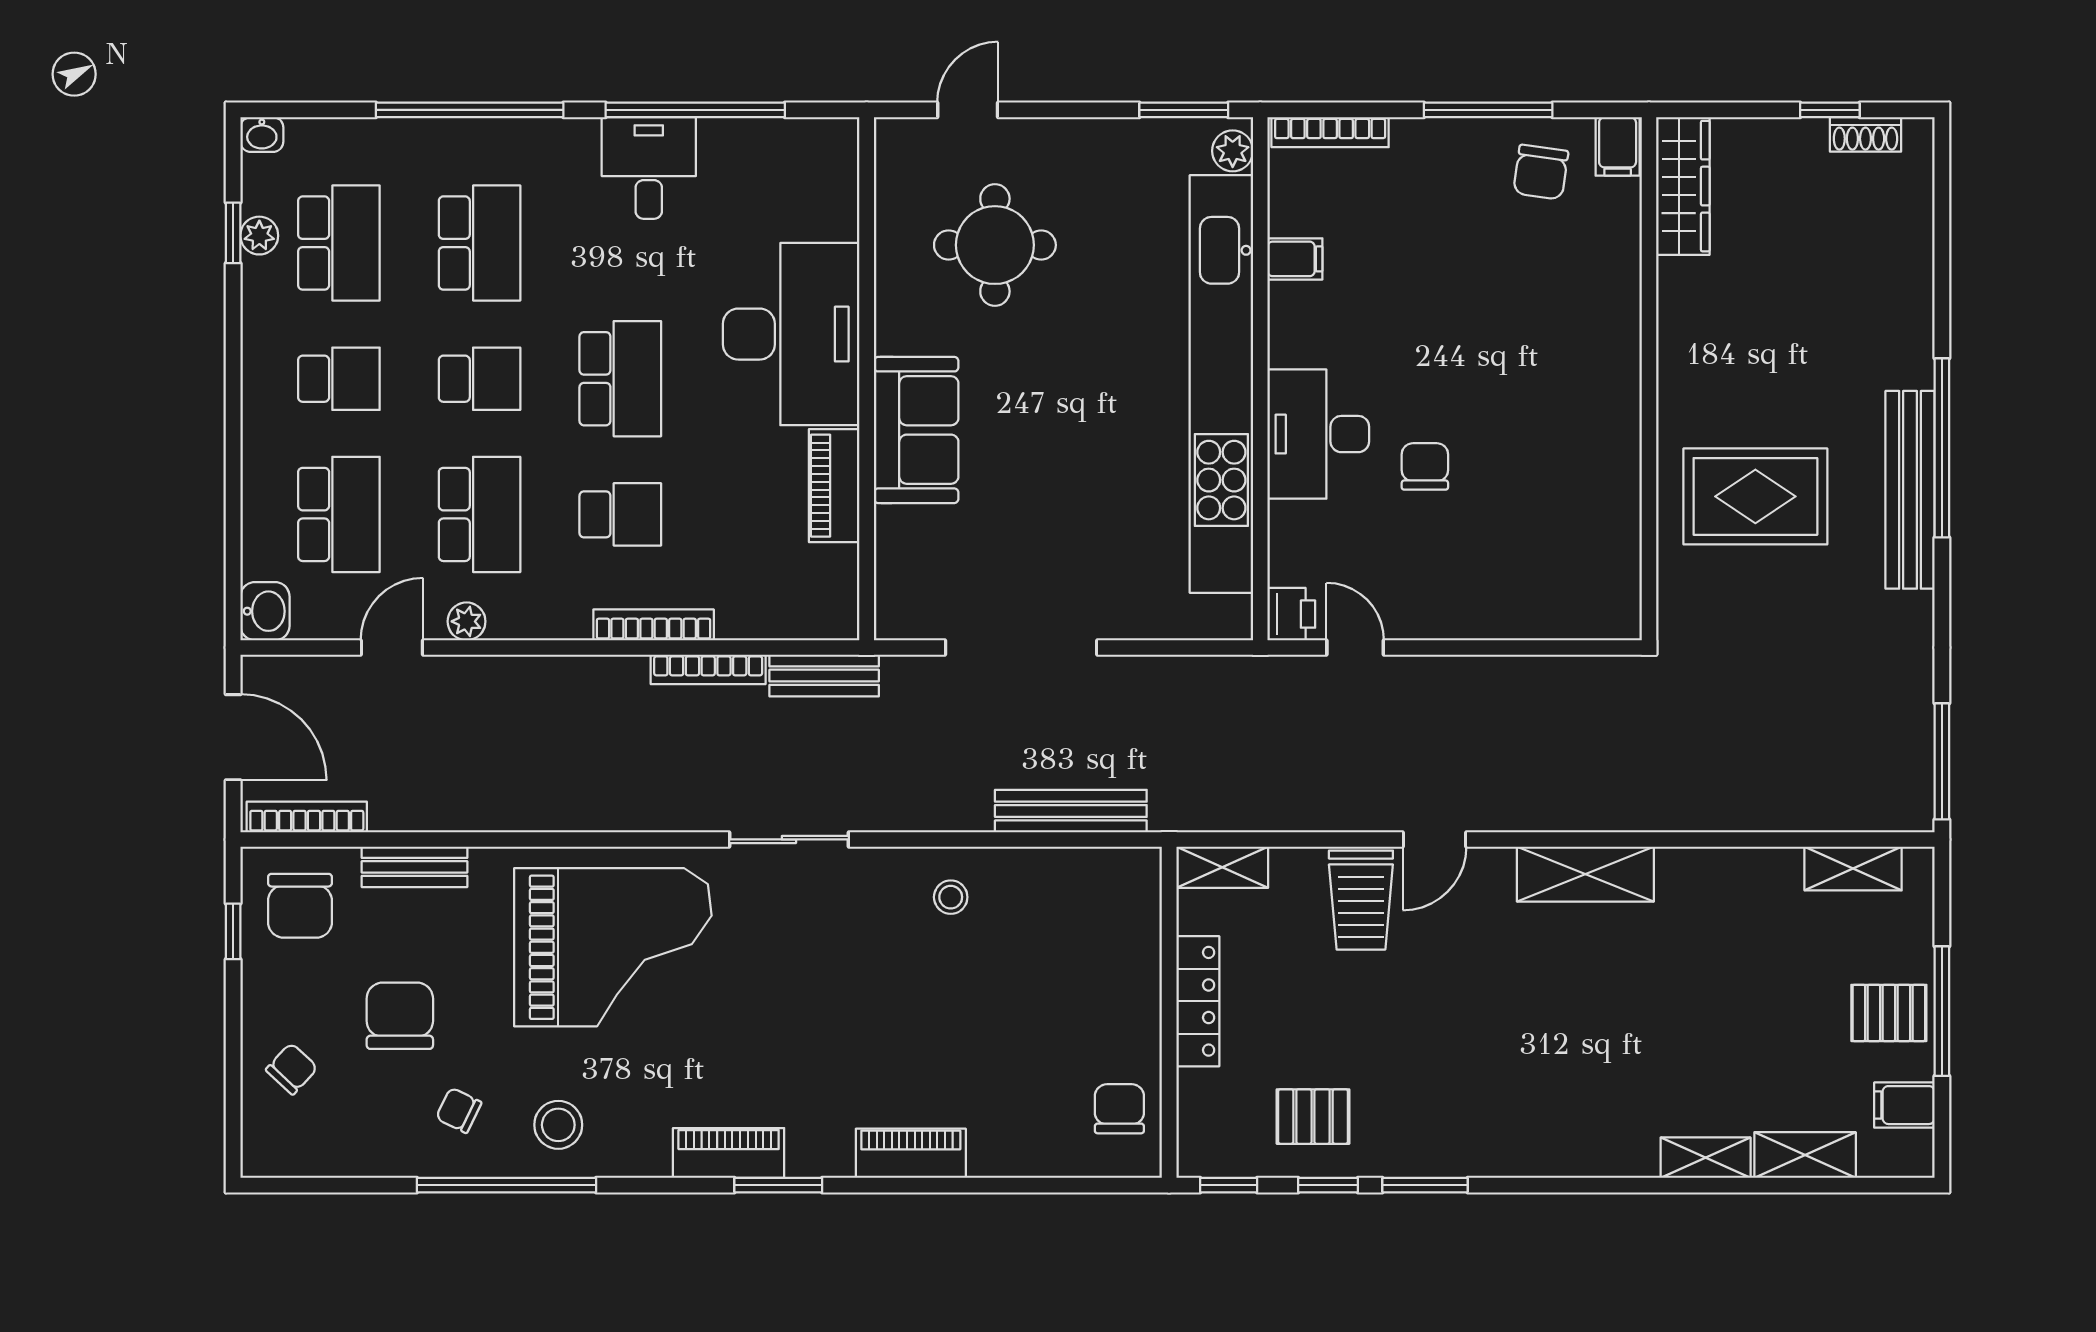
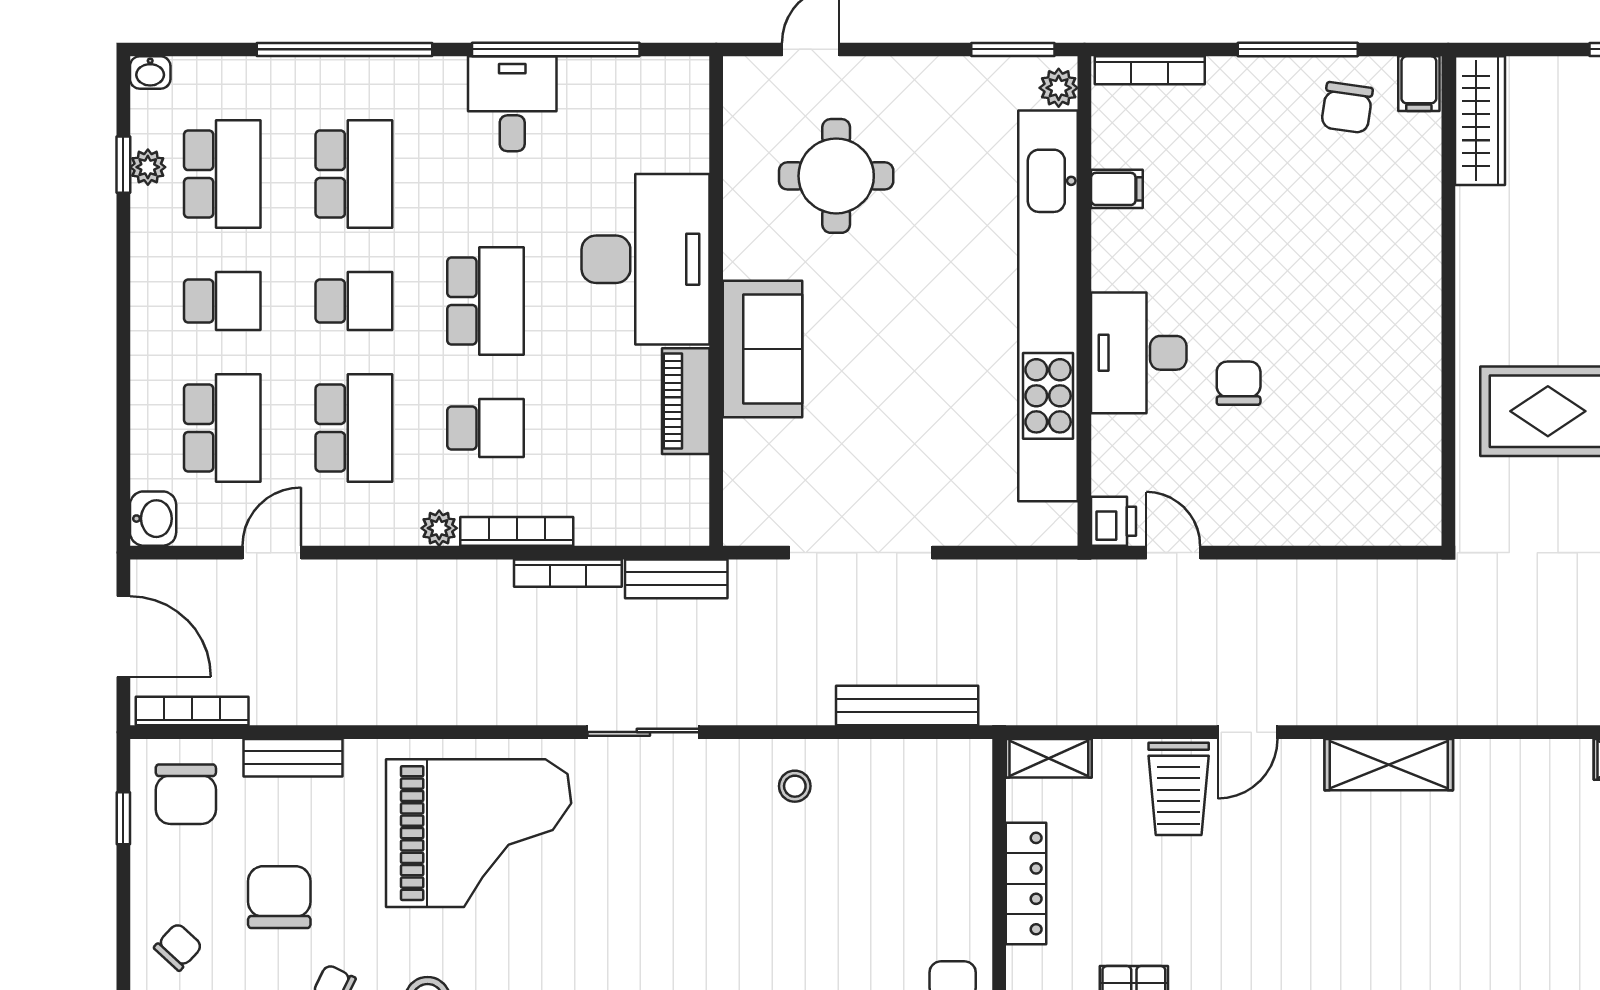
plant: (467, 621) -> (439, 528), moved

